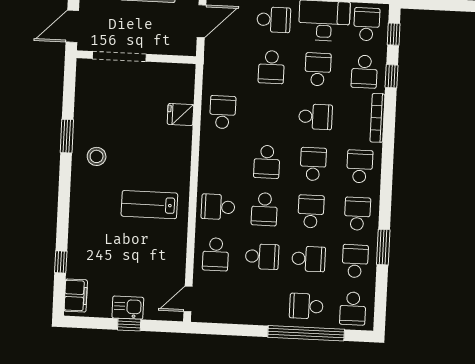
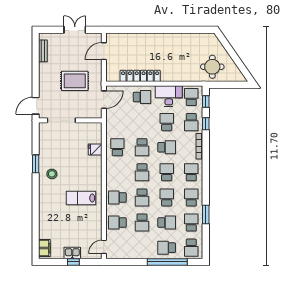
school desk: (271, 67) -> (142, 147), moved
school desk: (216, 254) -> (117, 223), turned 90
school desk: (262, 257) -> (142, 223), turned 90
window: (61, 262) -> (36, 231), removed

